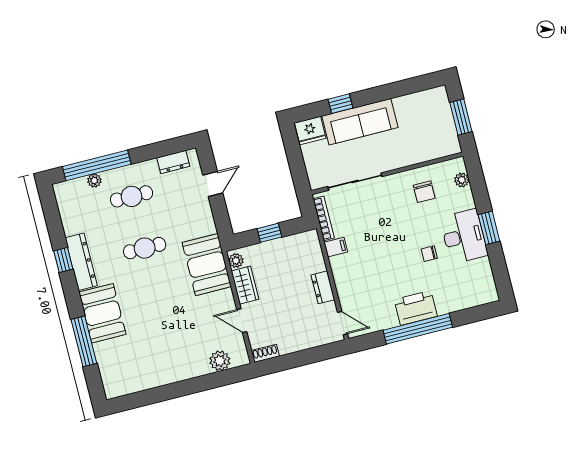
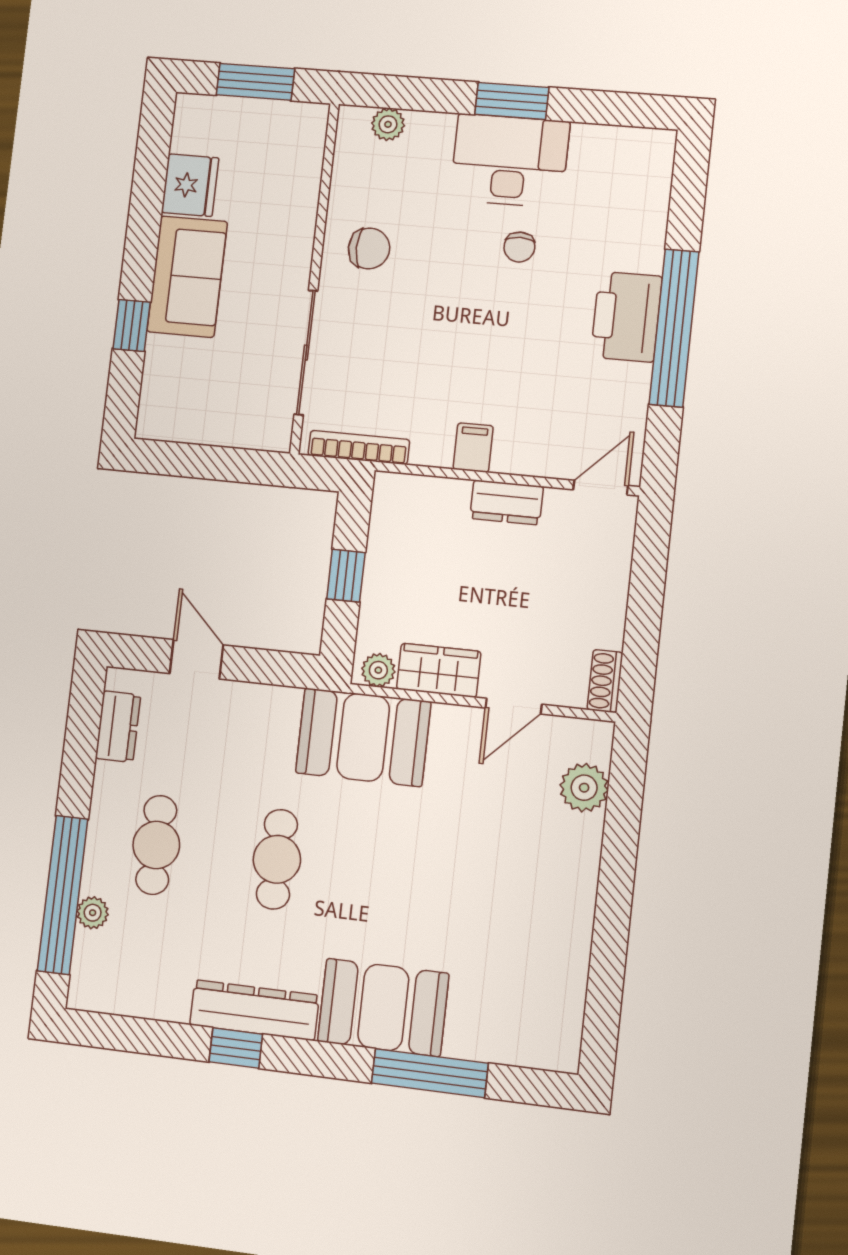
sofa: (360, 122) -> (187, 277), width x0.73
fridge: (310, 131) -> (190, 185), moved
chair: (424, 192) -> (369, 248), moved
filing cabinet: (336, 247) -> (473, 448), moved

